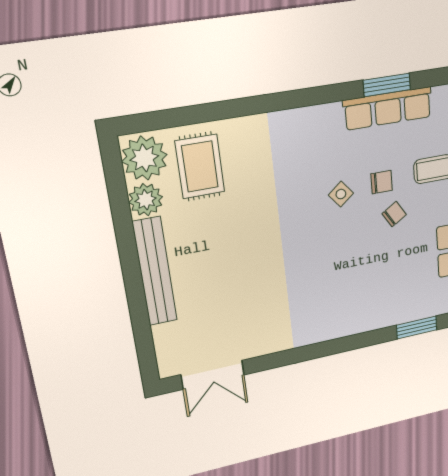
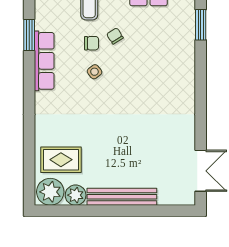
row of seats: (388, 108) -> (44, 61), moved
chair: (382, 182) -> (92, 43), turned 90

